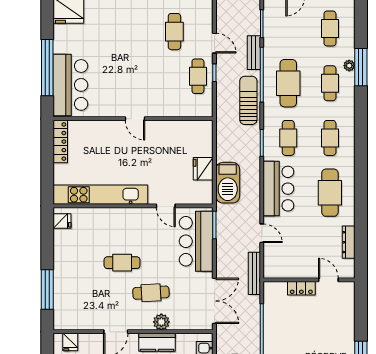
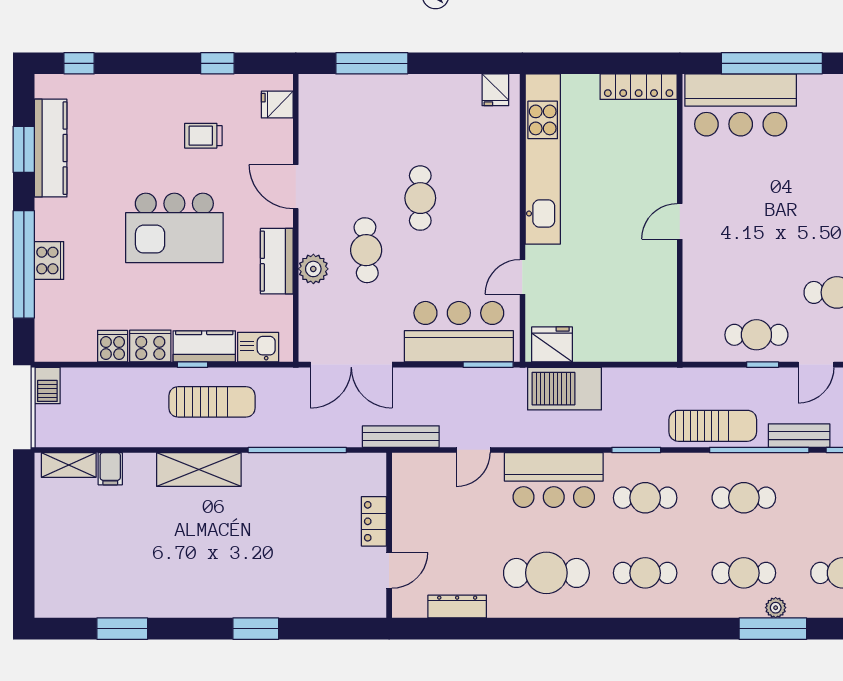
cafe table: (288, 83) -> (744, 498), width x0.73, depth x0.74
fridge: (203, 169) -> (552, 344), moved

